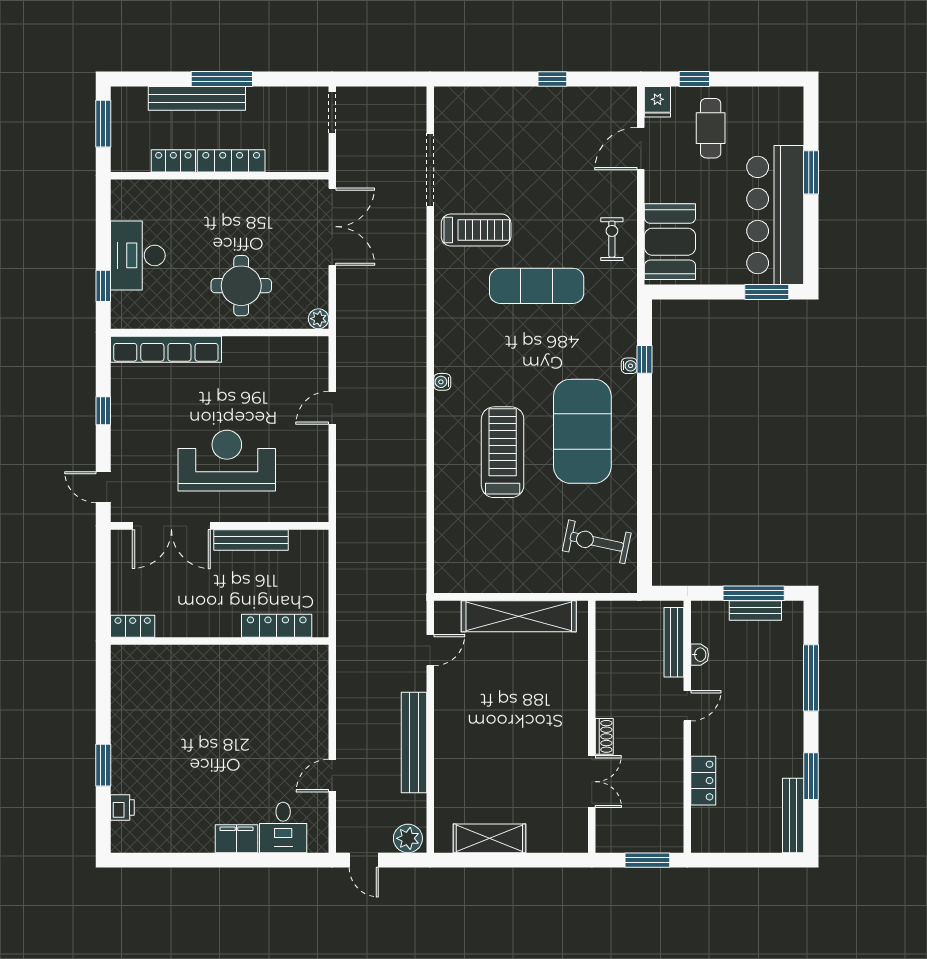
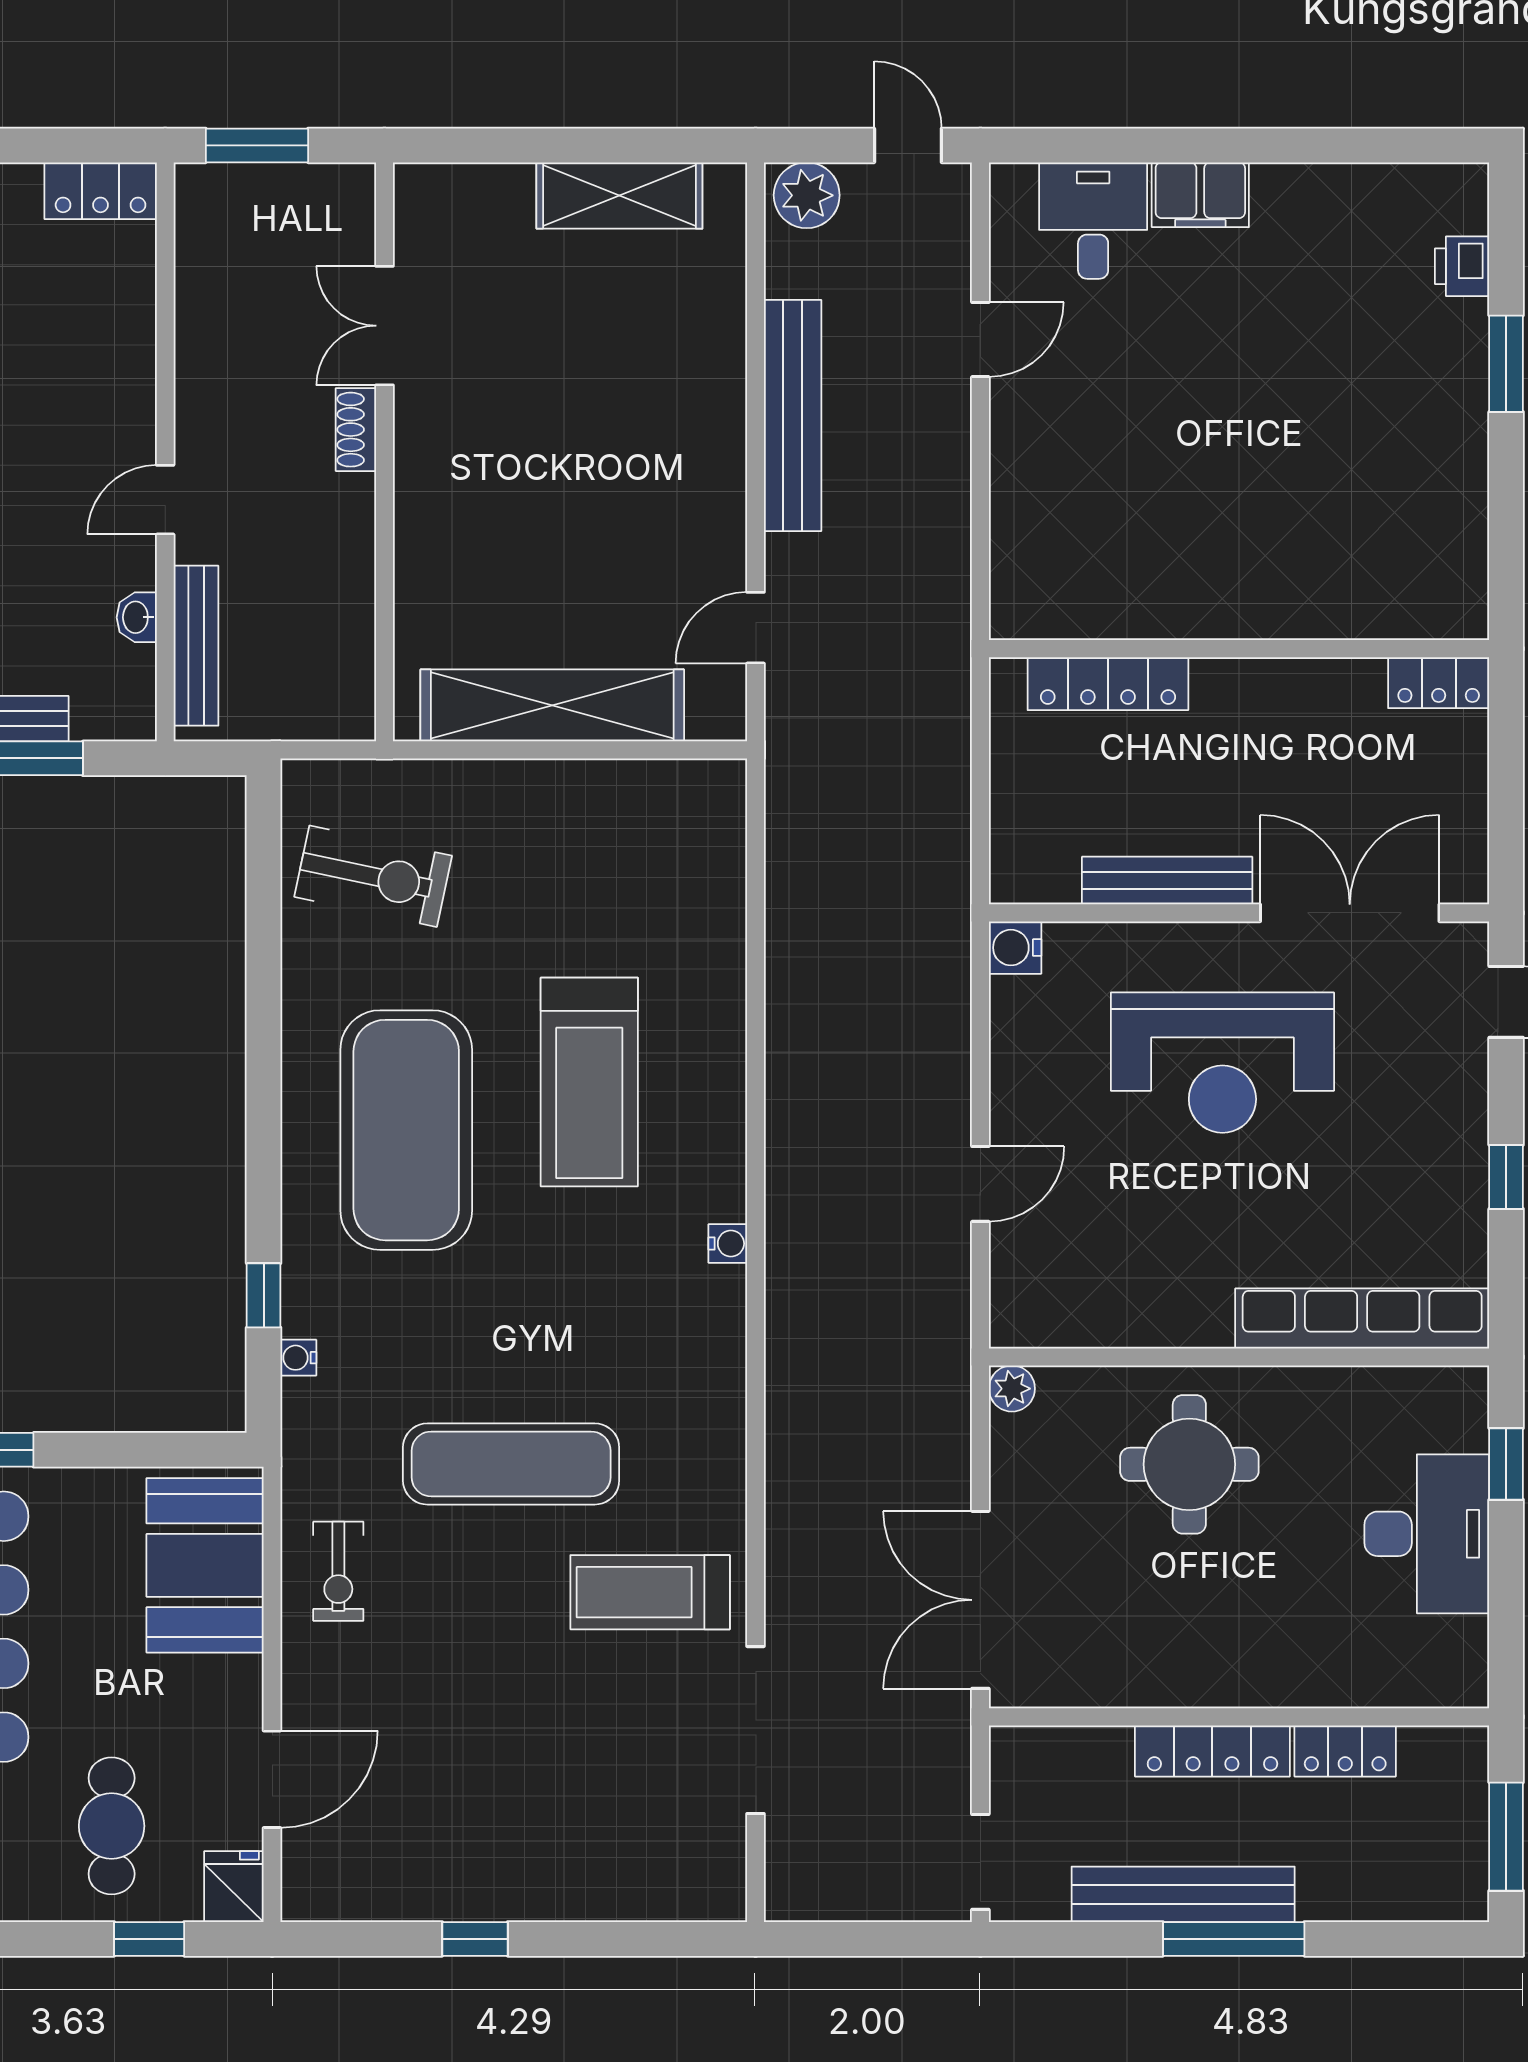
bench: (197, 98) -> (1183, 1894), moved
water cooler: (629, 366) -> (298, 1358), moved
water cooler: (317, 511) -> (1015, 948), added
locker: (703, 781) -> (101, 191), moved, turned -90

